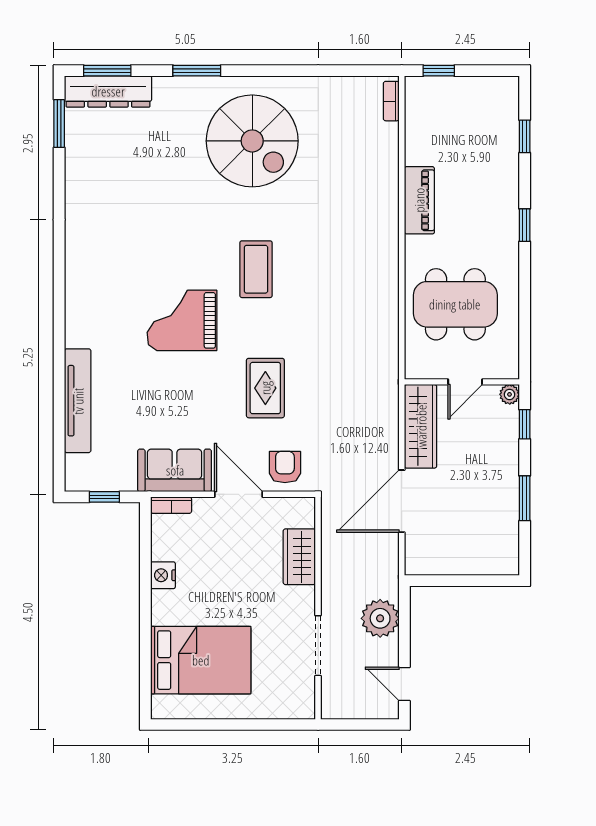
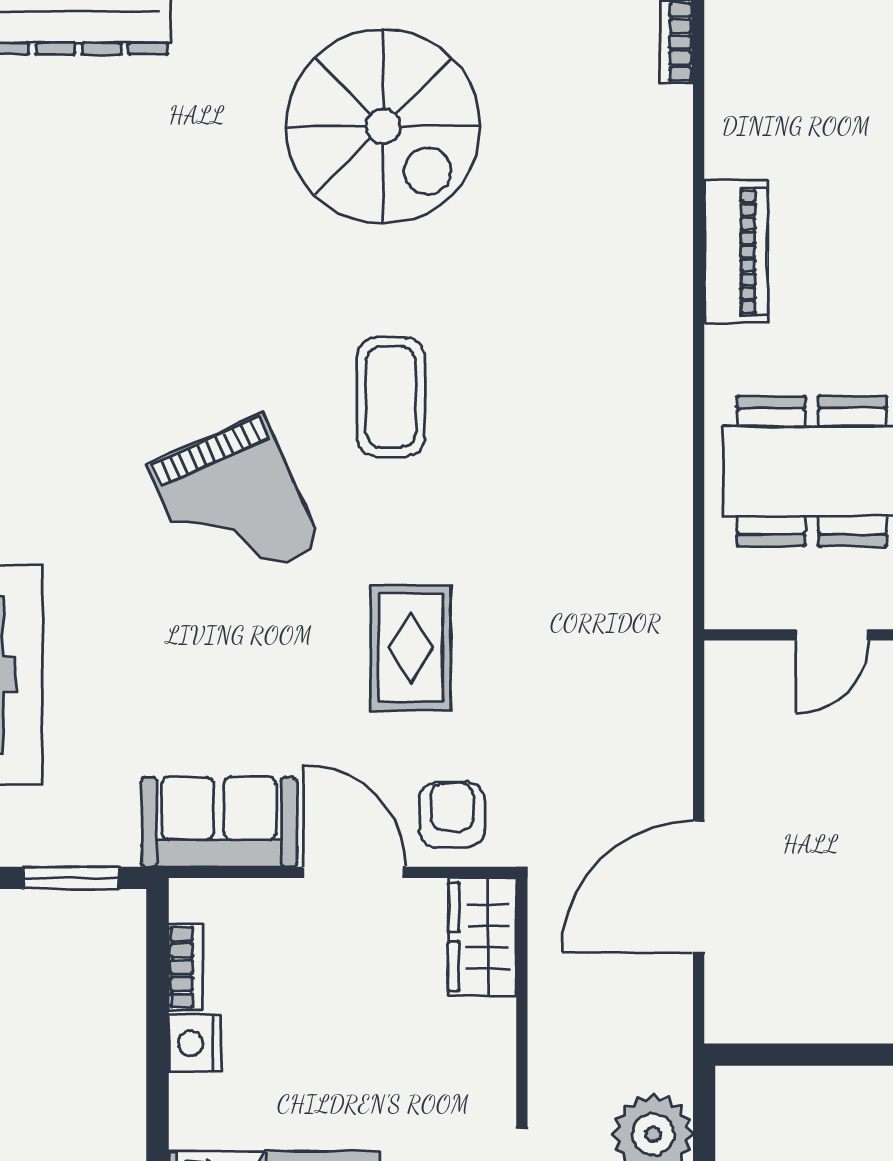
grand piano: (182, 320) -> (235, 505), turned -114
wardrobe: (421, 426) -> (738, 729), removed
window: (104, 497) -> (71, 878), width x1.50
bookcase: (171, 505) -> (186, 967), moved, turned -90
wardrobe: (299, 557) -> (482, 937), moved

